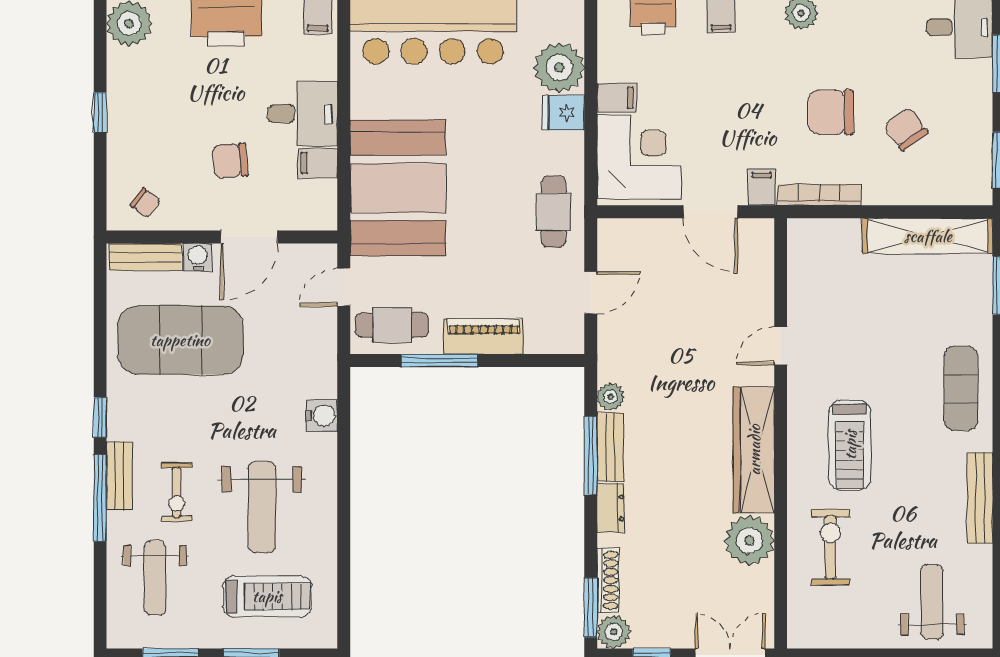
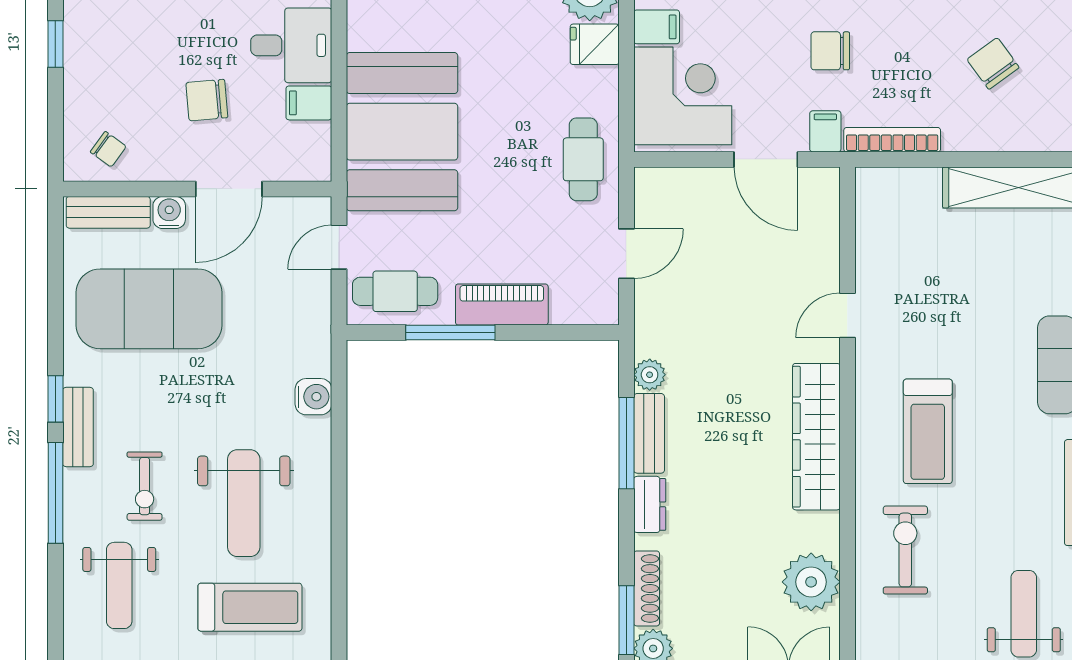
chair: (831, 112) -> (830, 51), moved, width x0.73, depth x0.73
bench: (119, 476) -> (78, 427), moved
plant: (749, 540) -> (811, 582), moved

